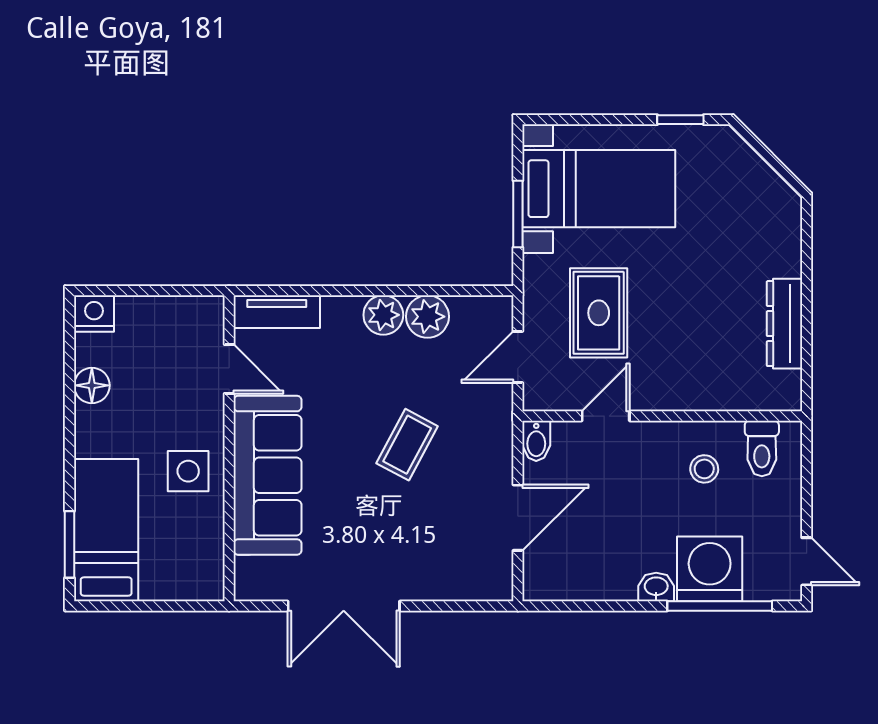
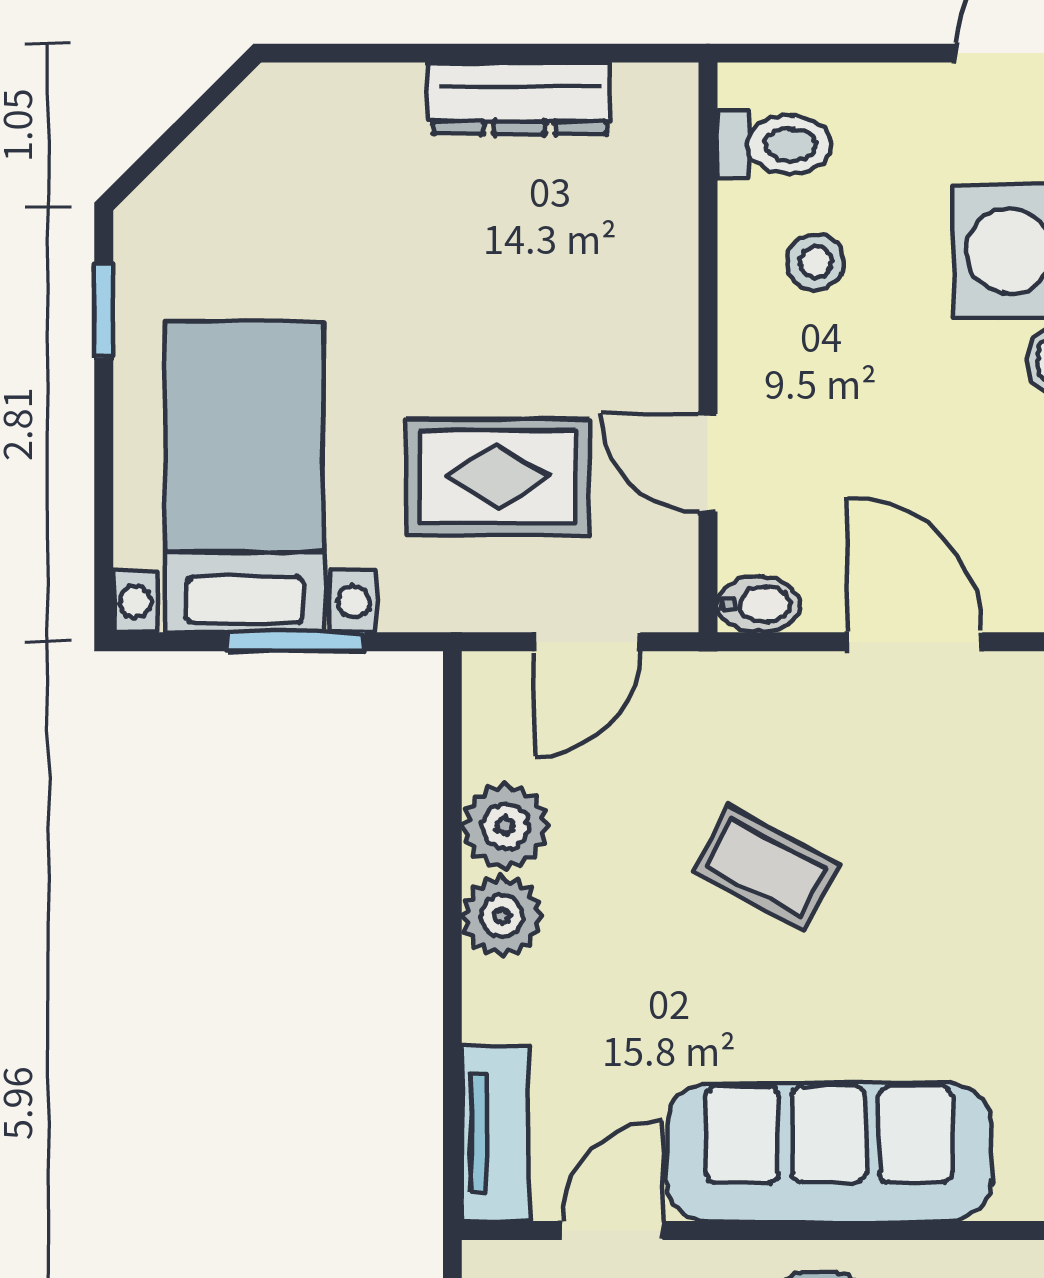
door: (518, 357) -> (588, 642), hinge flipped

